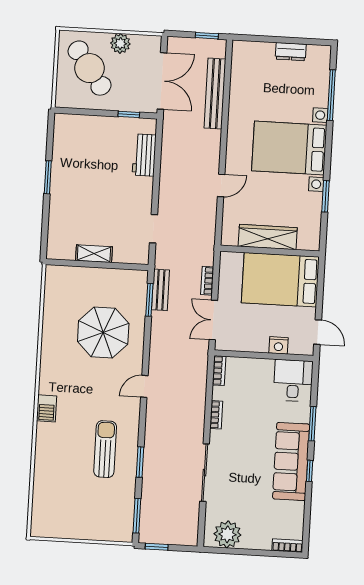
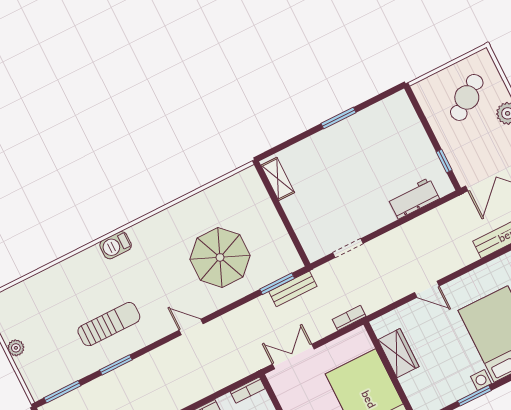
cafe table: (90, 68) -> (467, 97), width x0.73, depth x0.74
wardrobe: (268, 237) -> (398, 353), width x0.67
shelving: (94, 254) -> (278, 179), moved
bookcase: (207, 281) -> (349, 318), moved
plant: (82, 532) -> (16, 348), added

